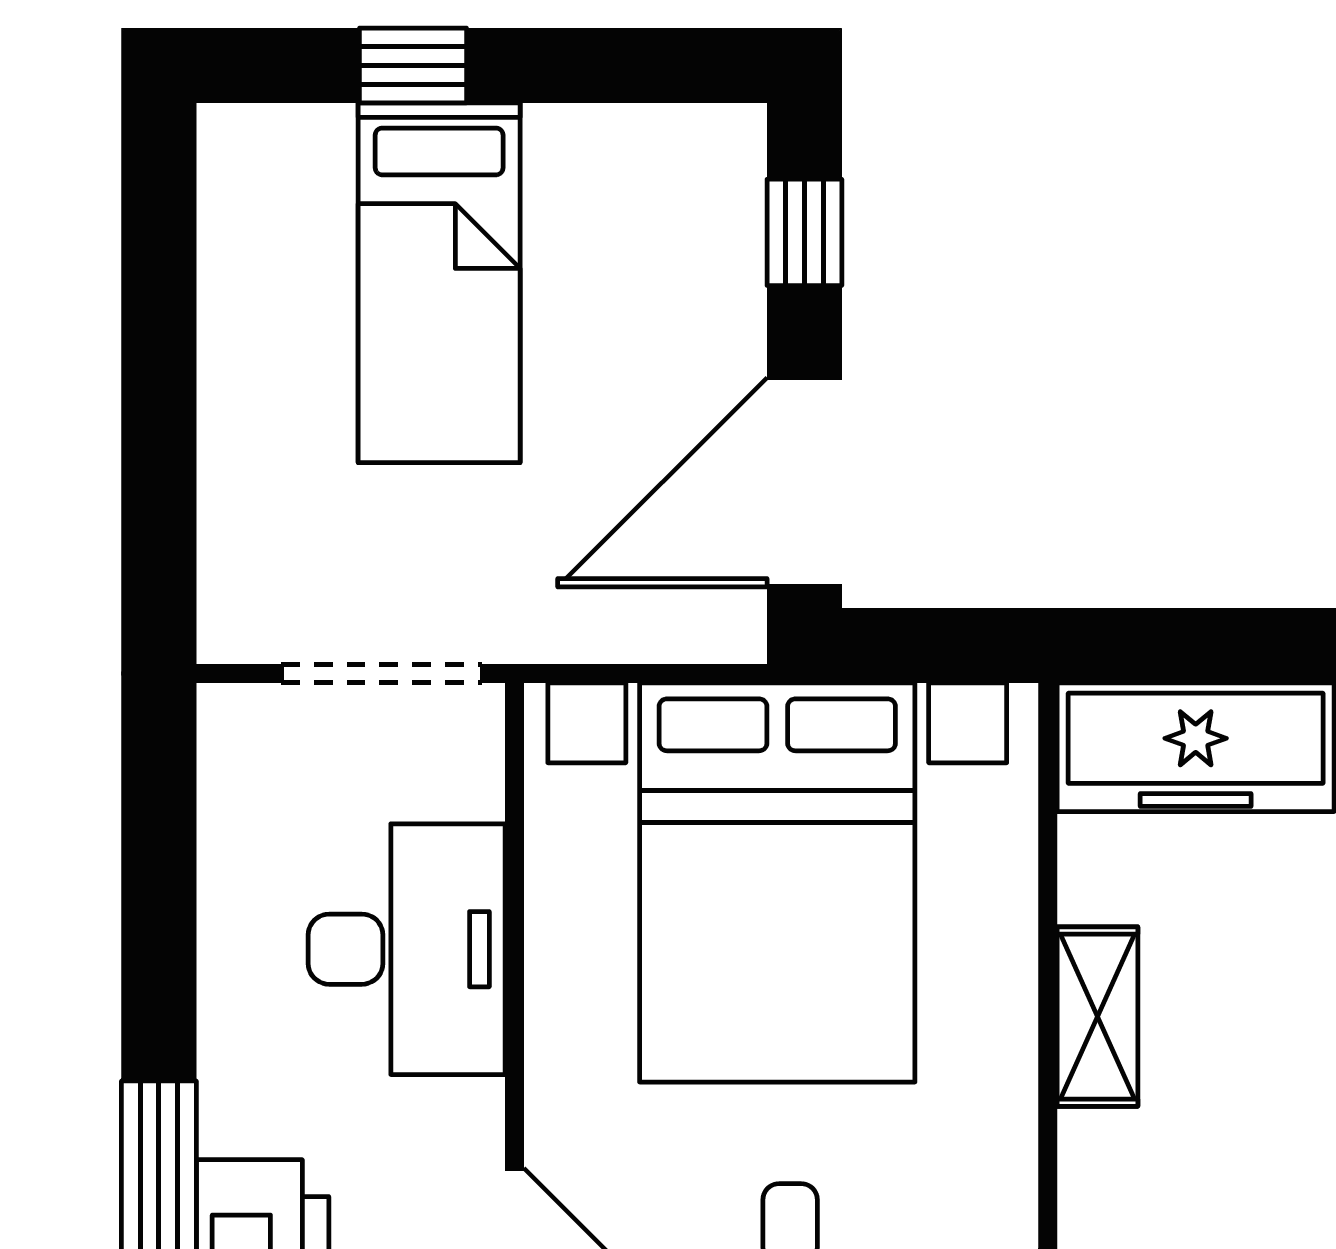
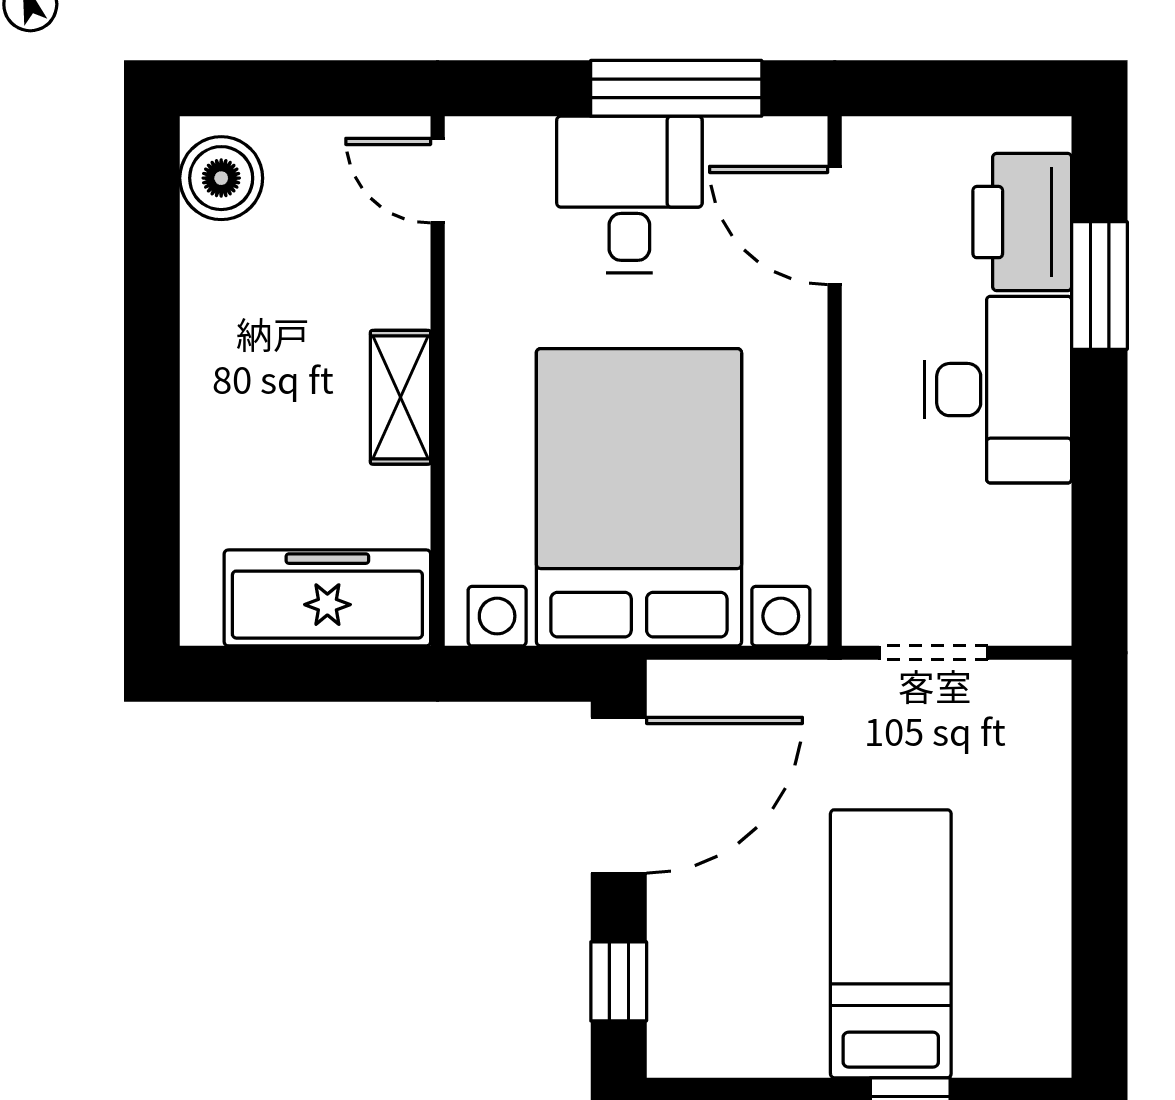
doorway: (382, 674) -> (933, 653), width x0.73
desk: (407, 949) -> (998, 390), moved, turned 180

